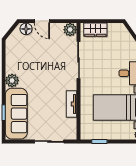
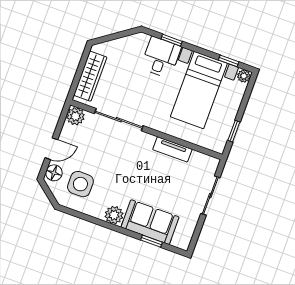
wardrobe: (95, 30) -> (90, 76), width x1.50
side table: (25, 50) -> (80, 184), added
sofa: (16, 114) -> (150, 222), width x0.73

